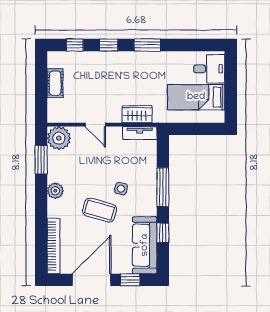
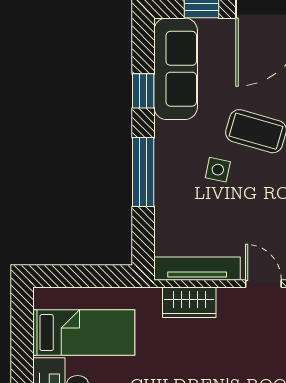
tv unit: (140, 133) -> (197, 269), width x1.41

